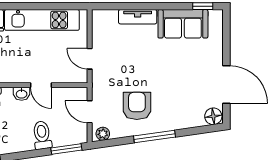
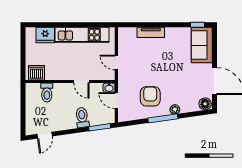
sofa: (183, 24) -> (202, 45), moved, turned 90
washbasin: (22, 94) -> (109, 88), moved
plant: (103, 134) -> (175, 109), moved

